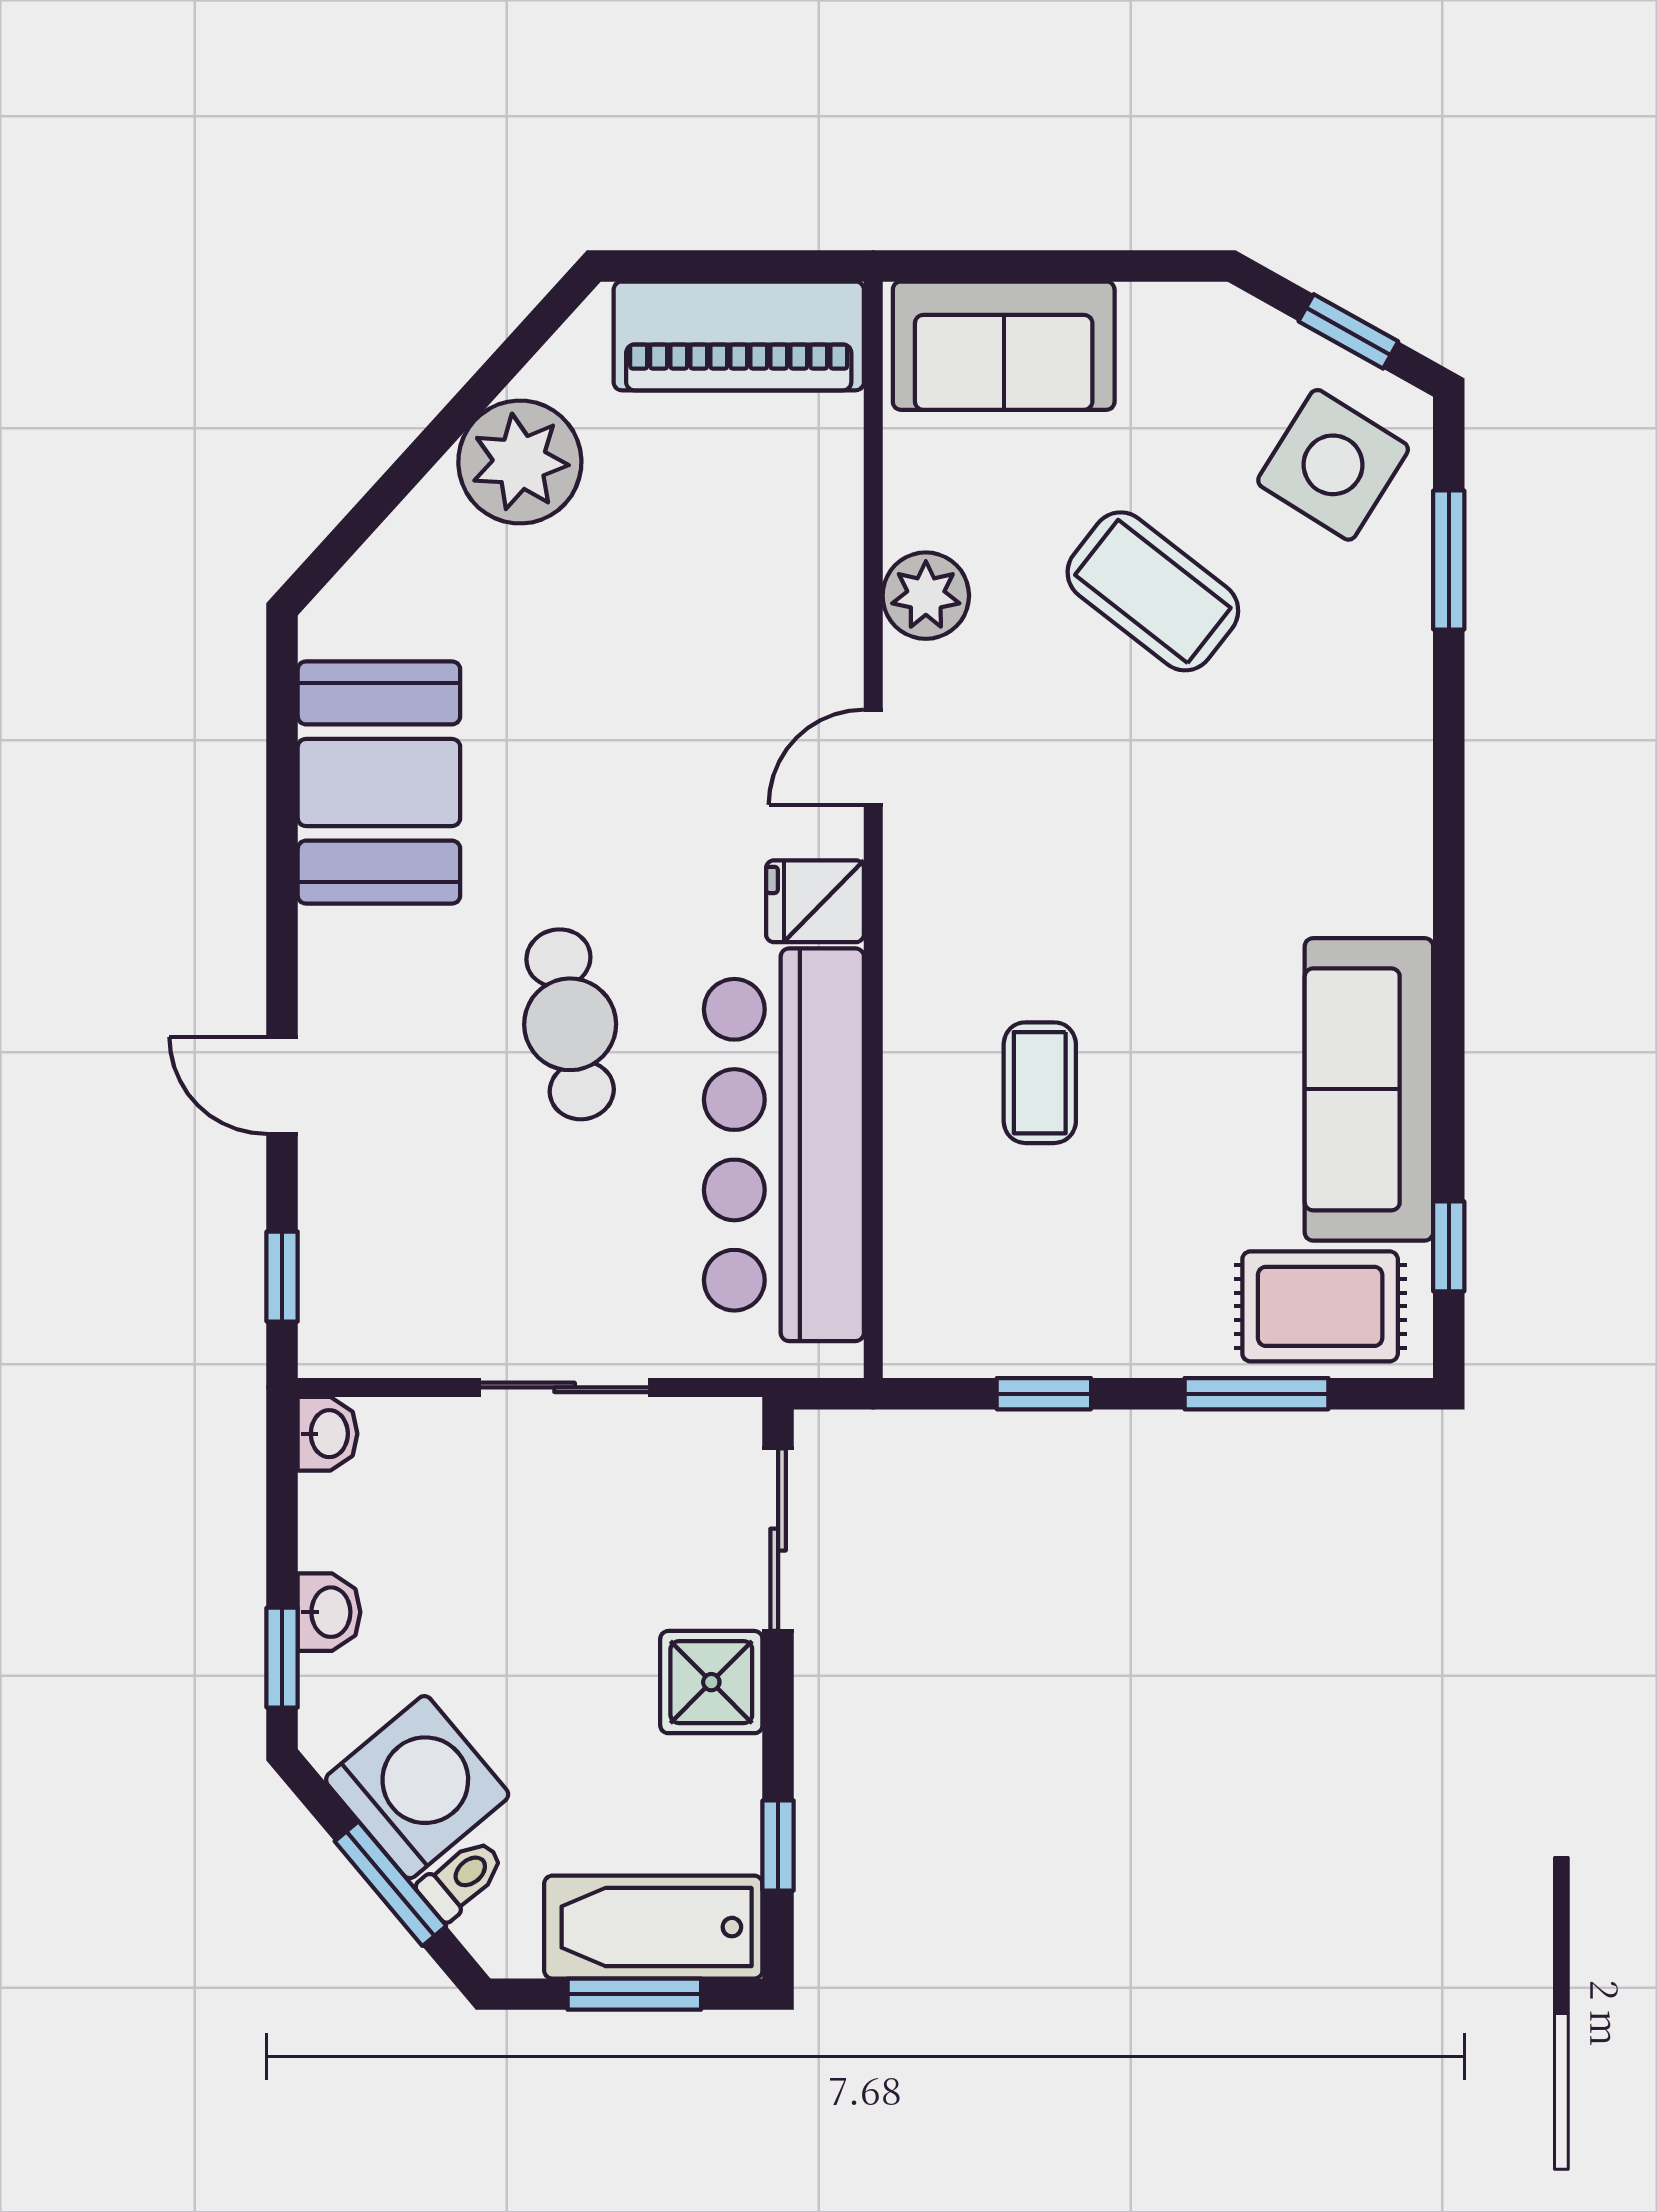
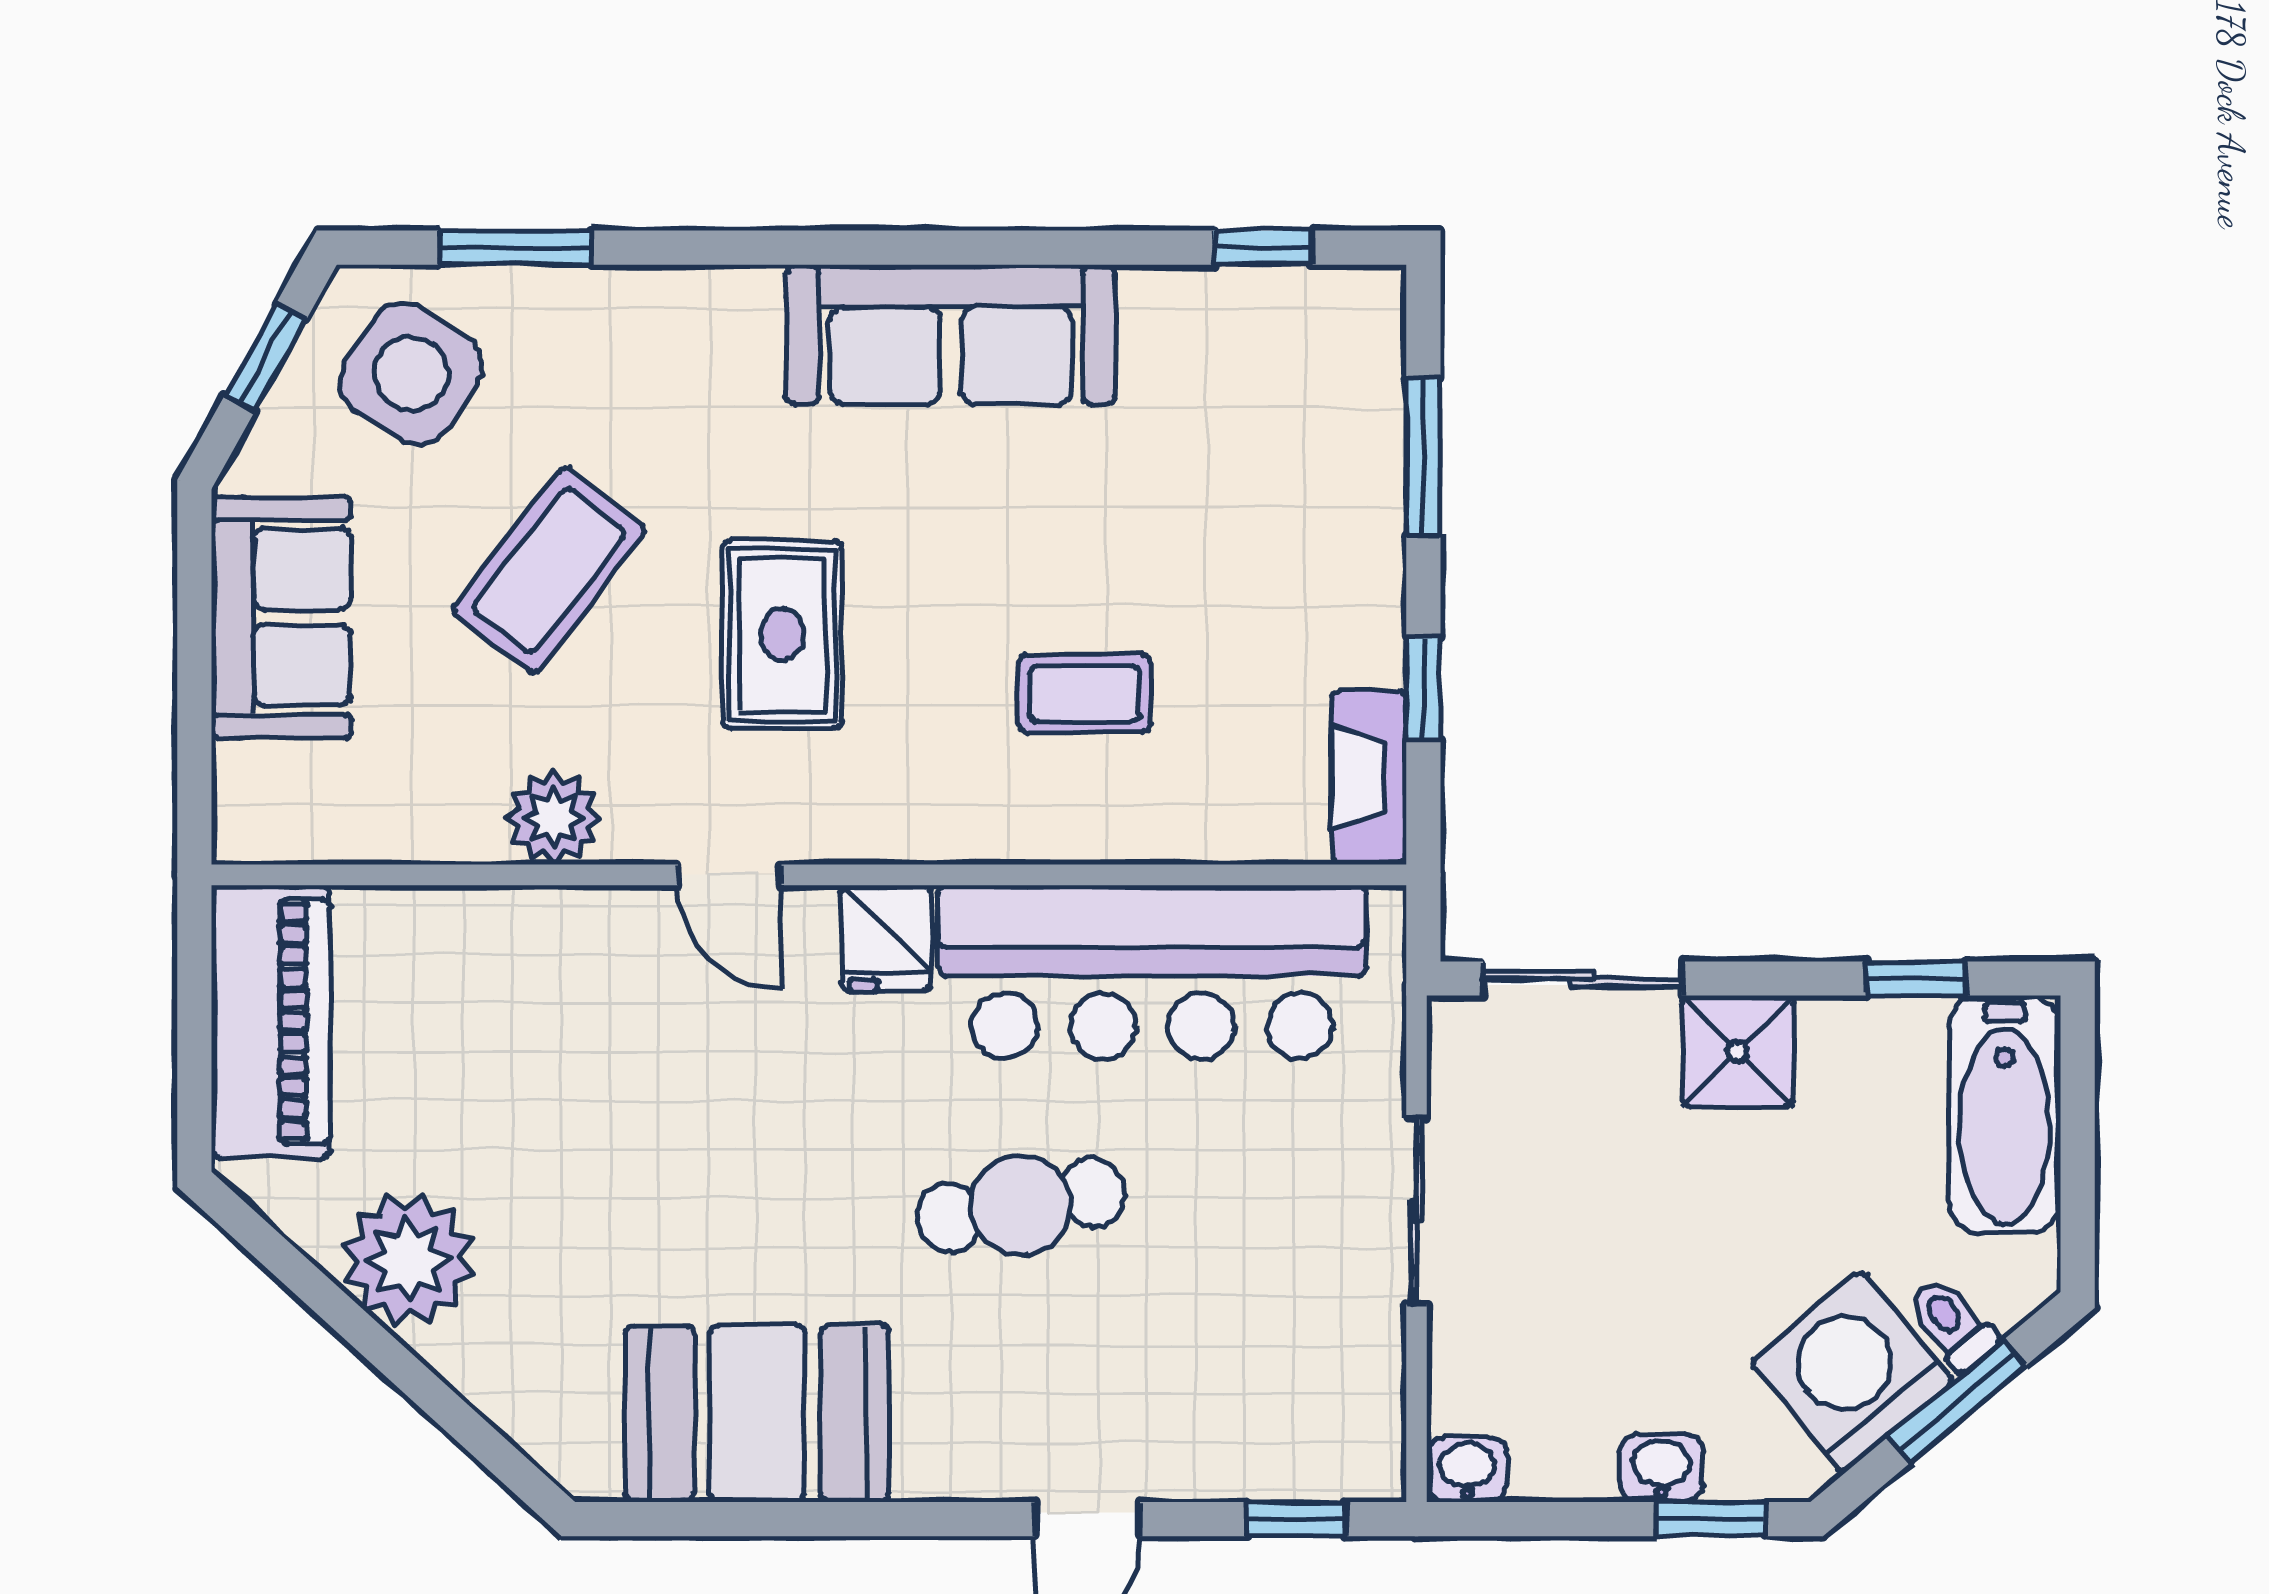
sofa: (1004, 346) -> (281, 617), moved
sofa: (1369, 1089) -> (951, 335), moved
rug: (1320, 1306) -> (782, 635), moved
fireplace: (963, 1344) -> (1369, 777), added
window: (634, 1994) -> (2078, 1135), removed

